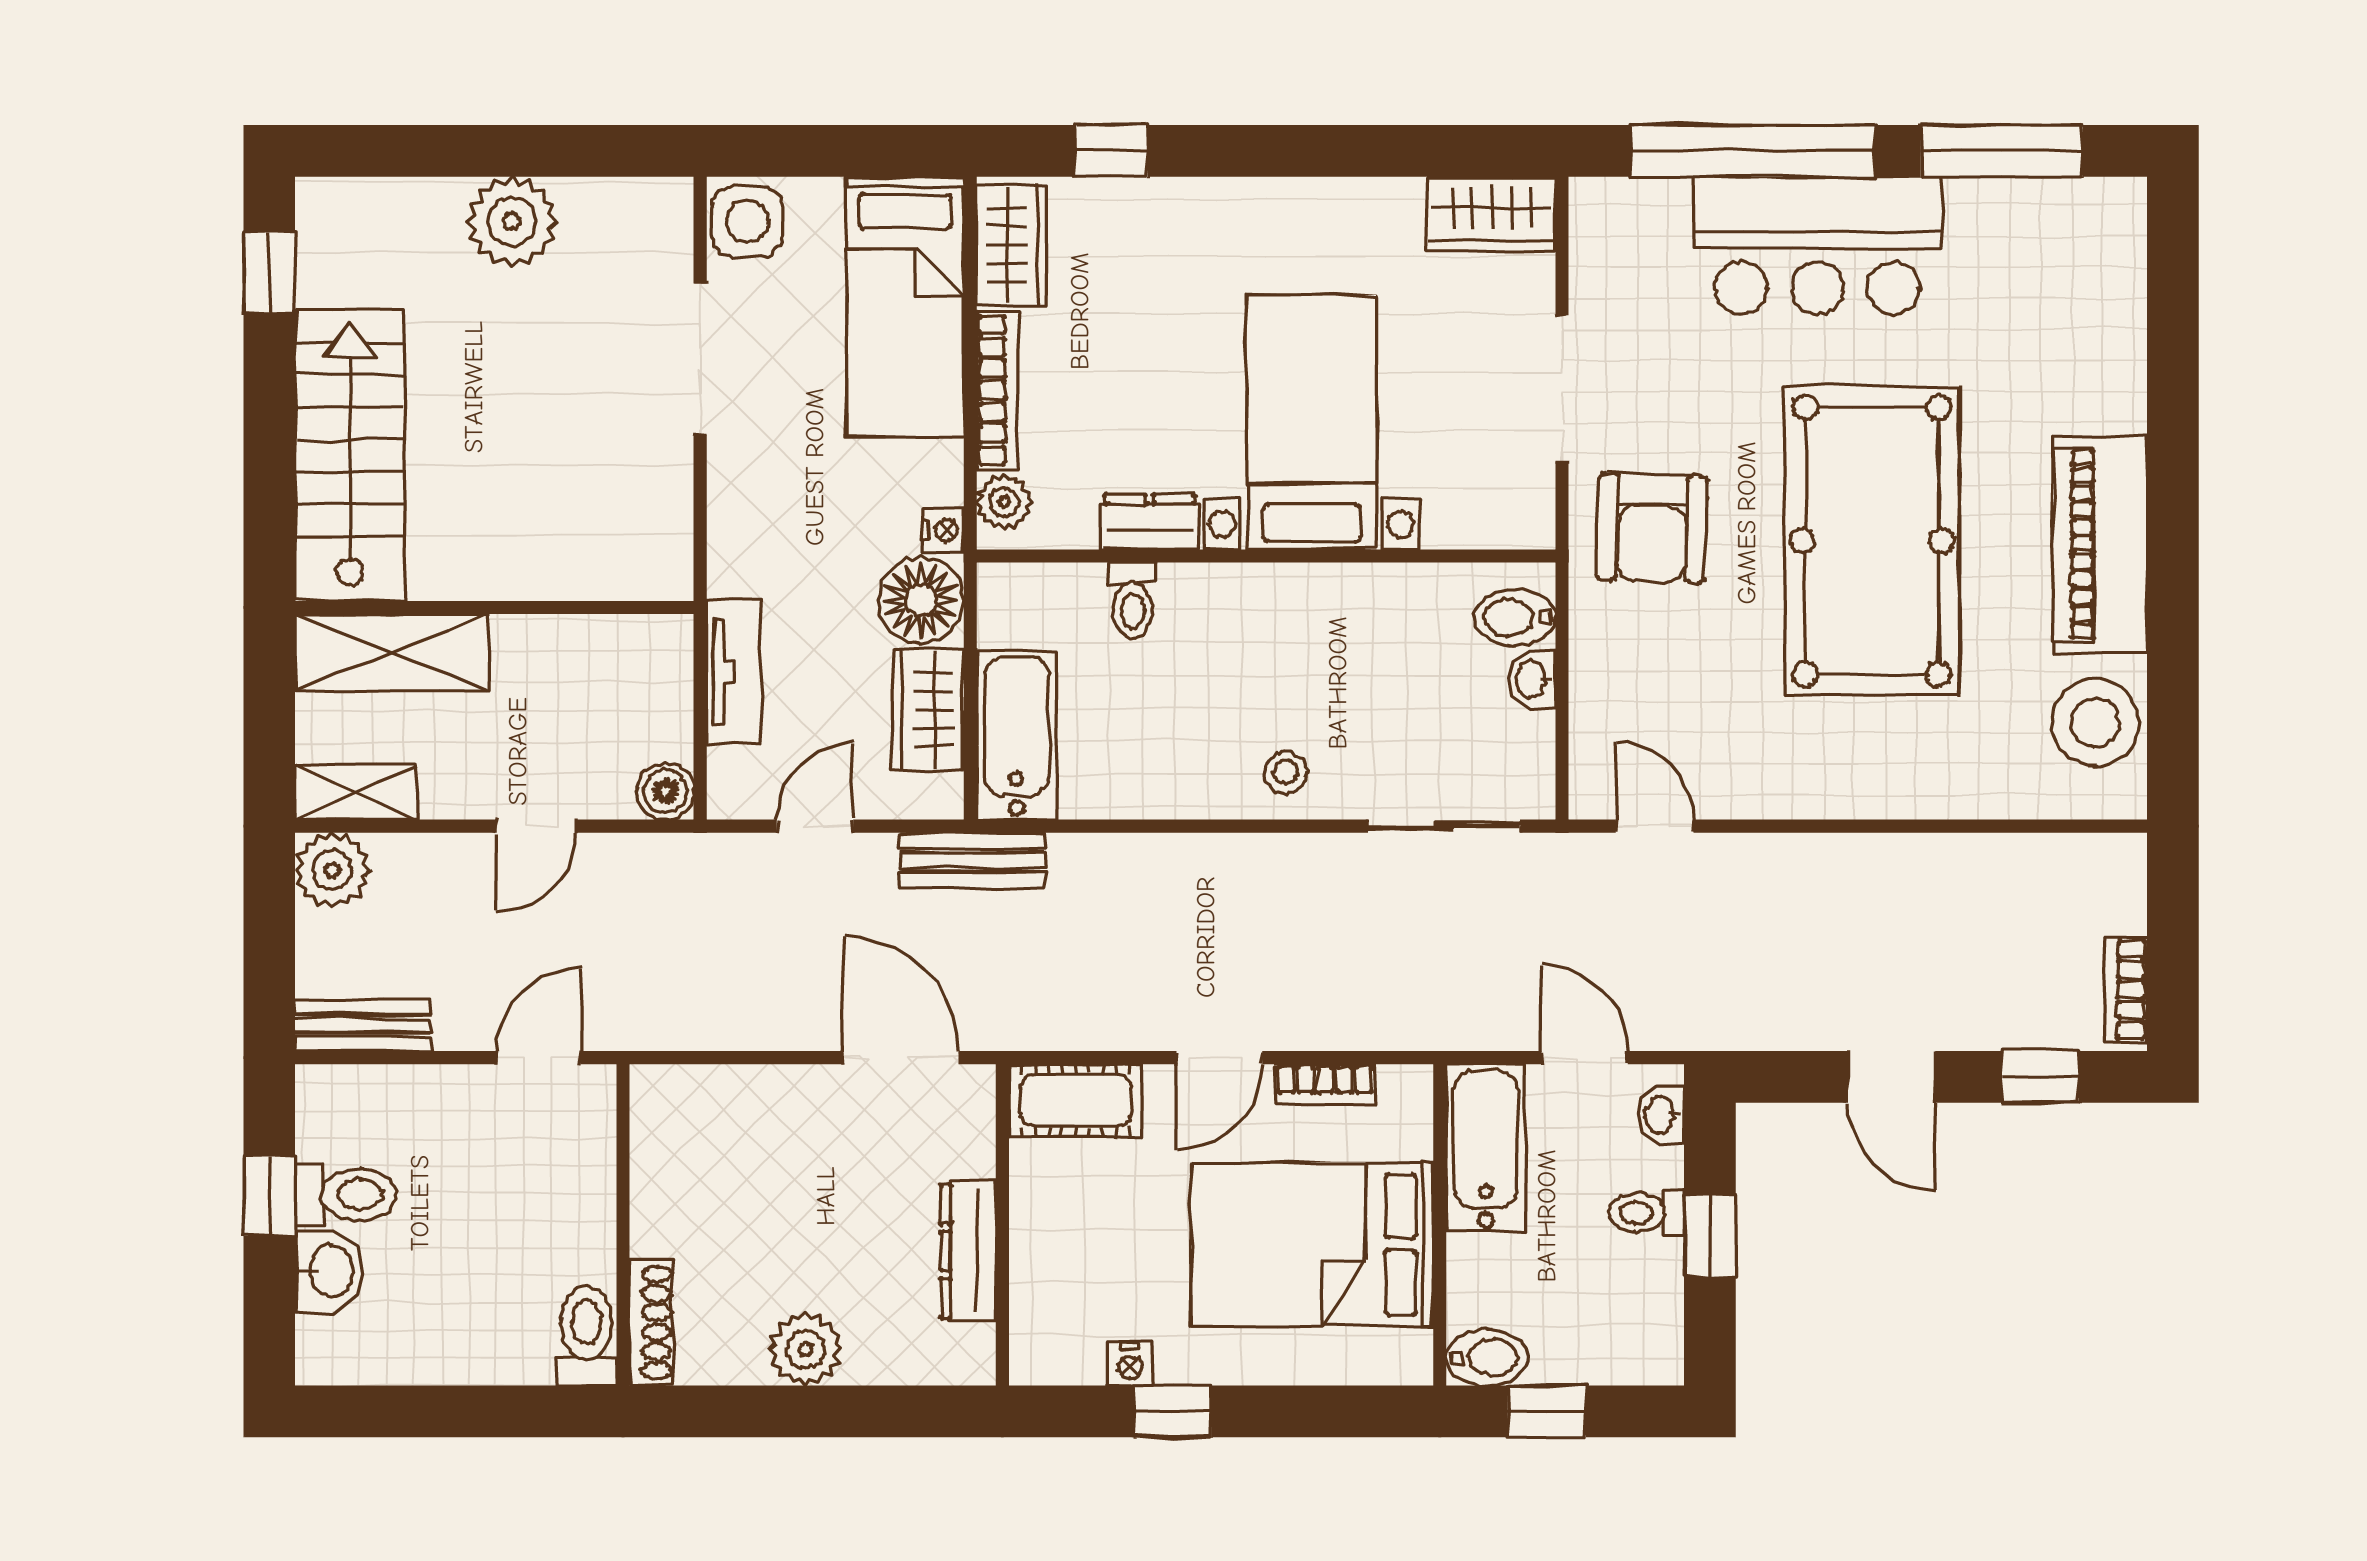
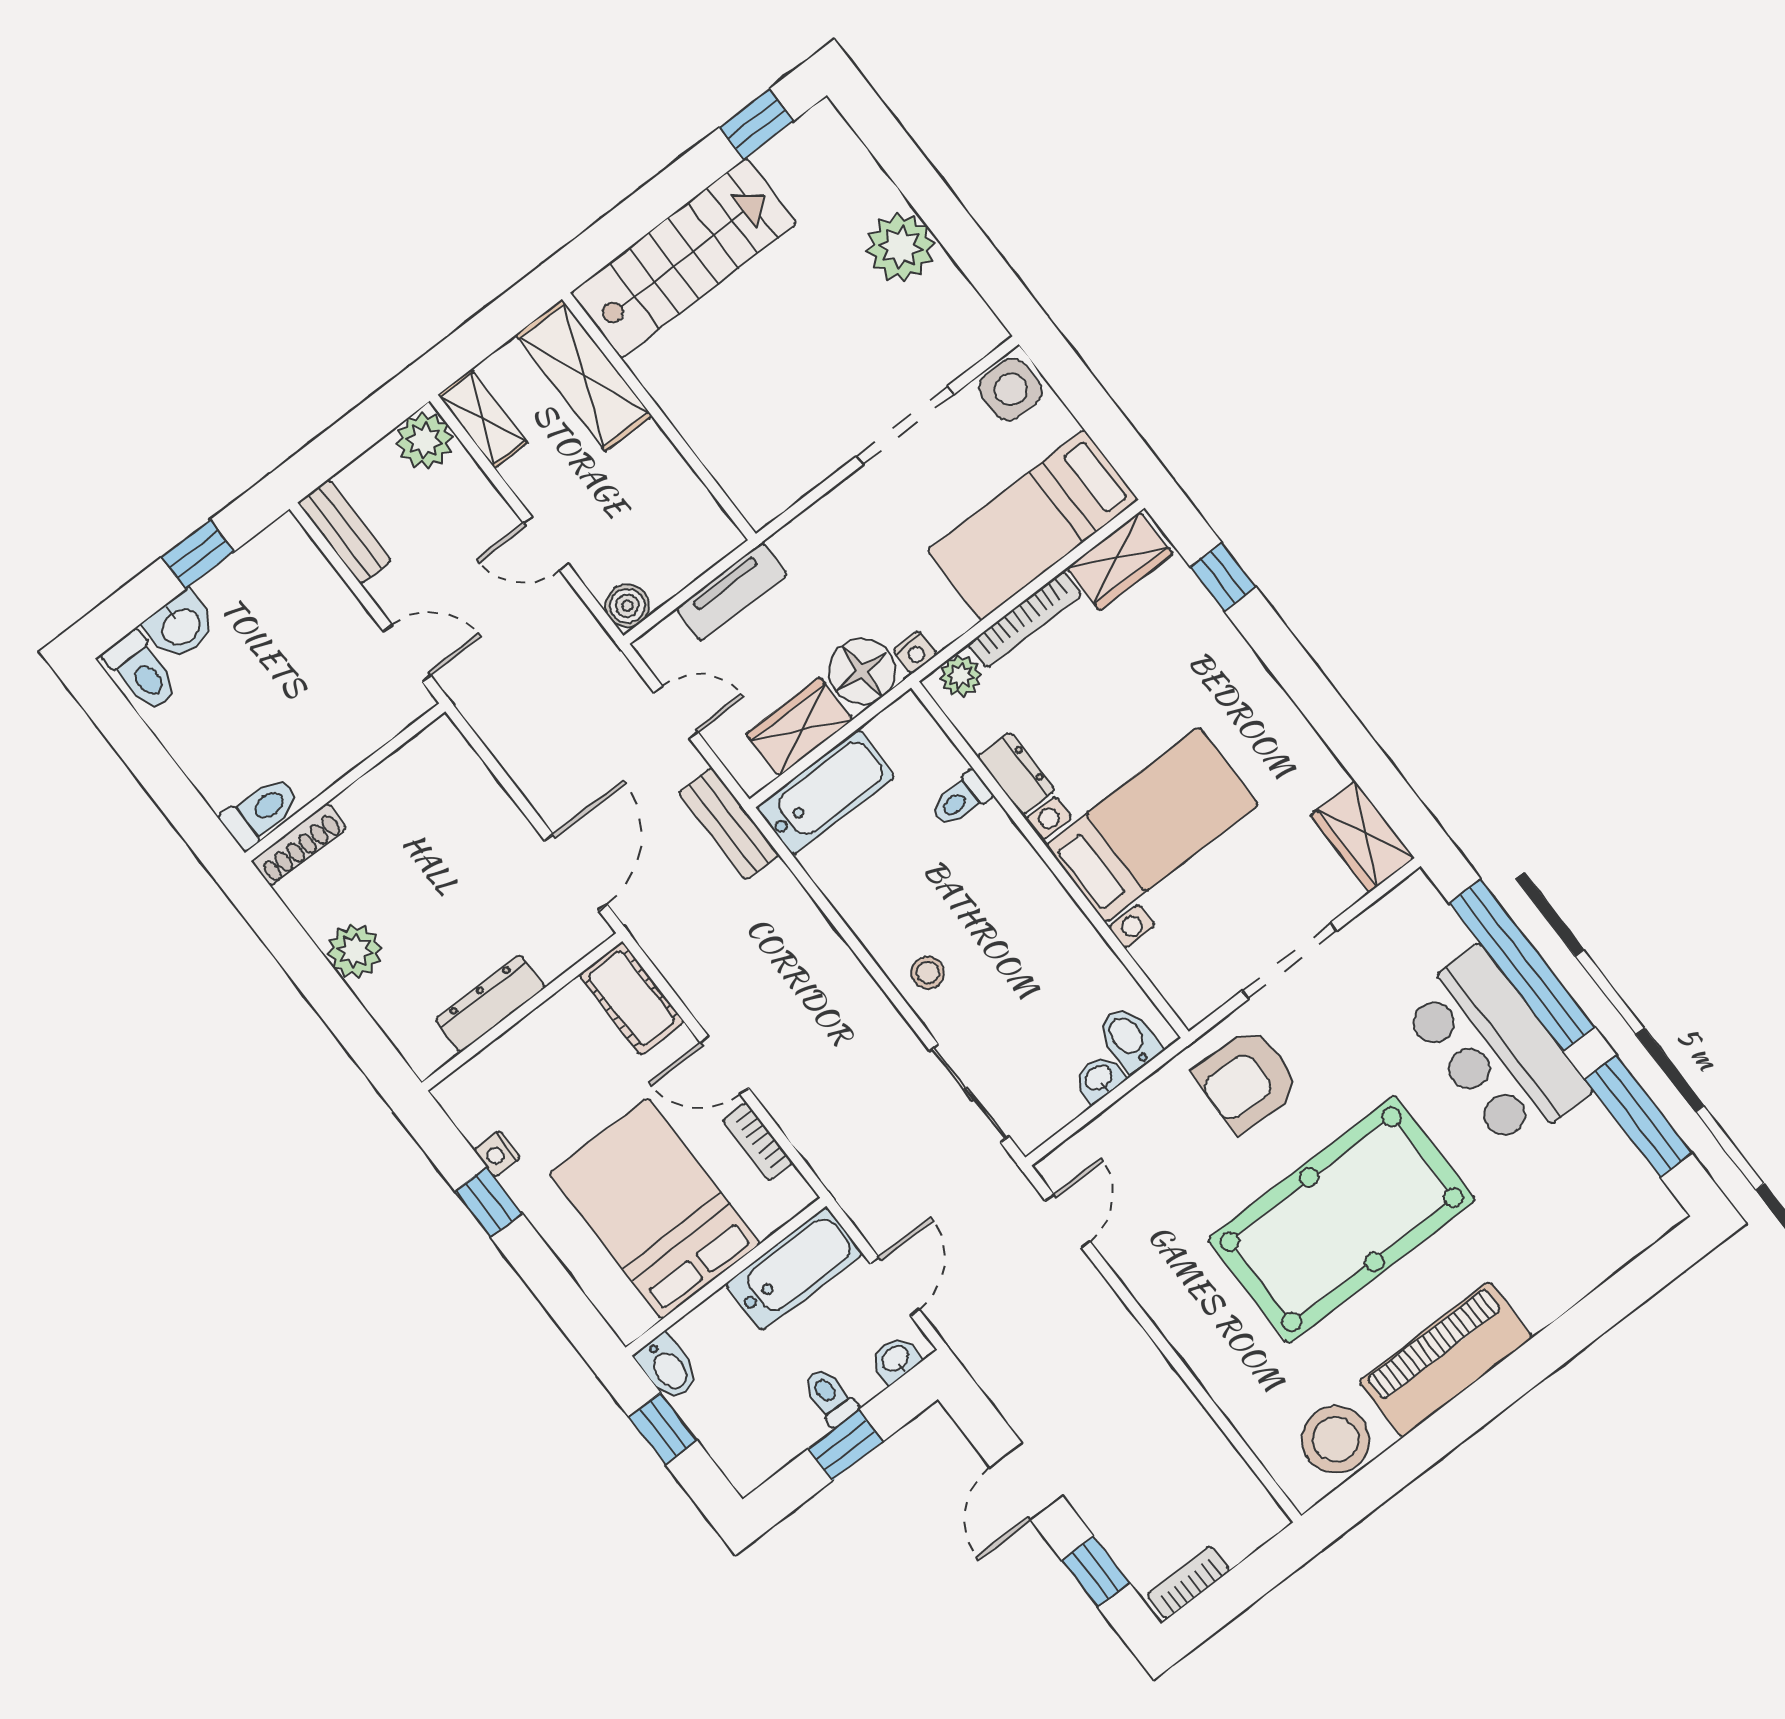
toilet: (346, 1194) -> (142, 671), moved

